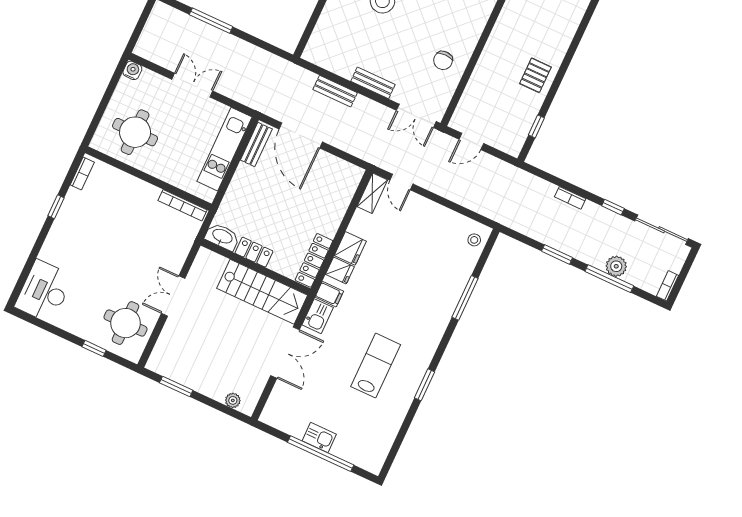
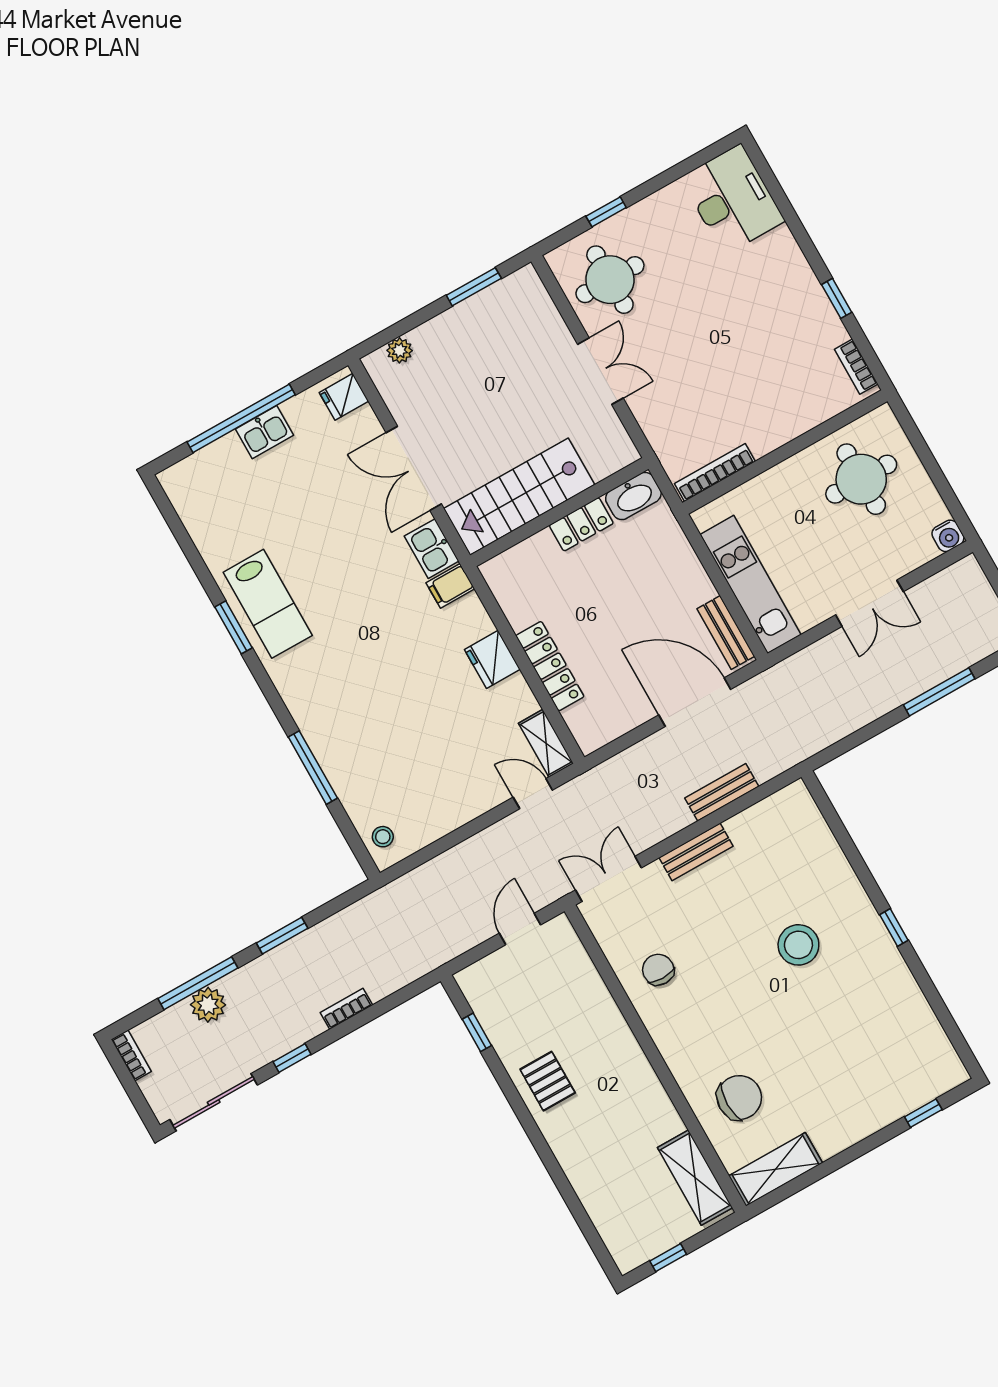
locker: (314, 260) -> (550, 666), moved
fridge: (340, 271) -> (344, 397), moved
lab bench: (376, 366) -> (268, 604), moved

